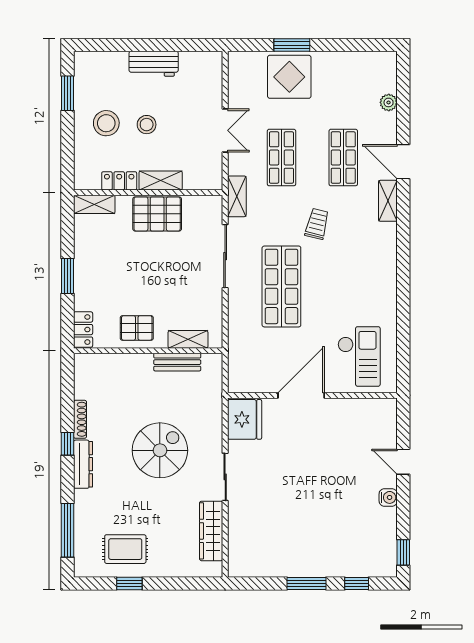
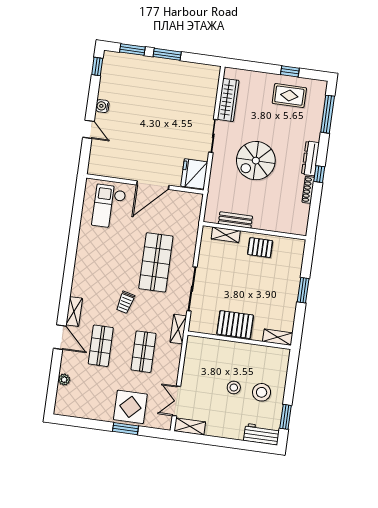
workbench: (154, 64) -> (262, 434), moved
double door: (225, 130) -> (176, 401), moved
shelving: (161, 180) -> (190, 426), moved
locker: (119, 181) -> (258, 351), removed
locker: (83, 330) -> (297, 252), removed
window: (357, 583) -> (132, 49), width x1.50

